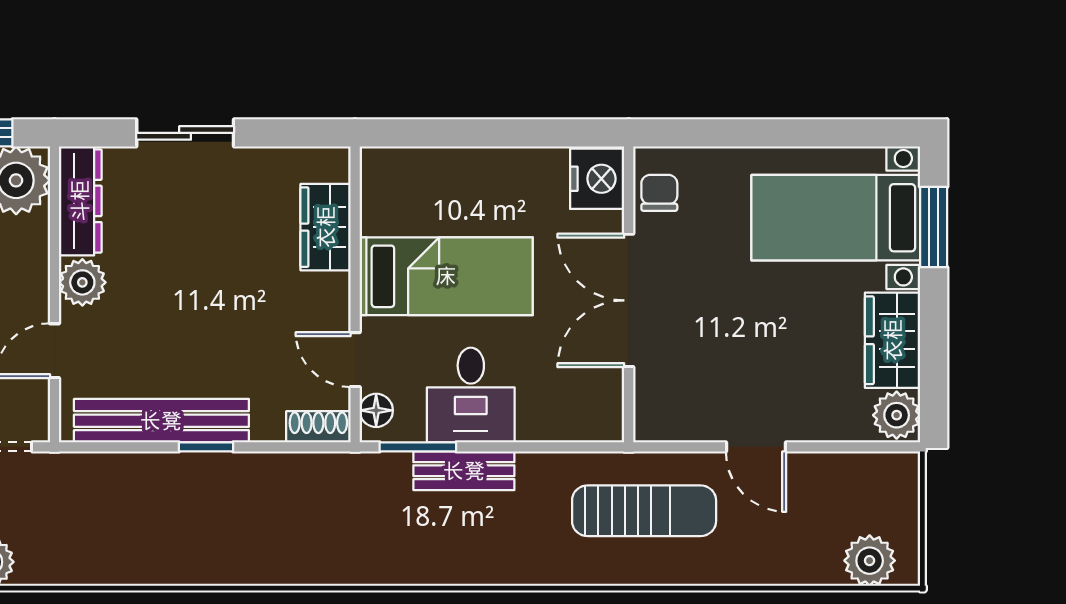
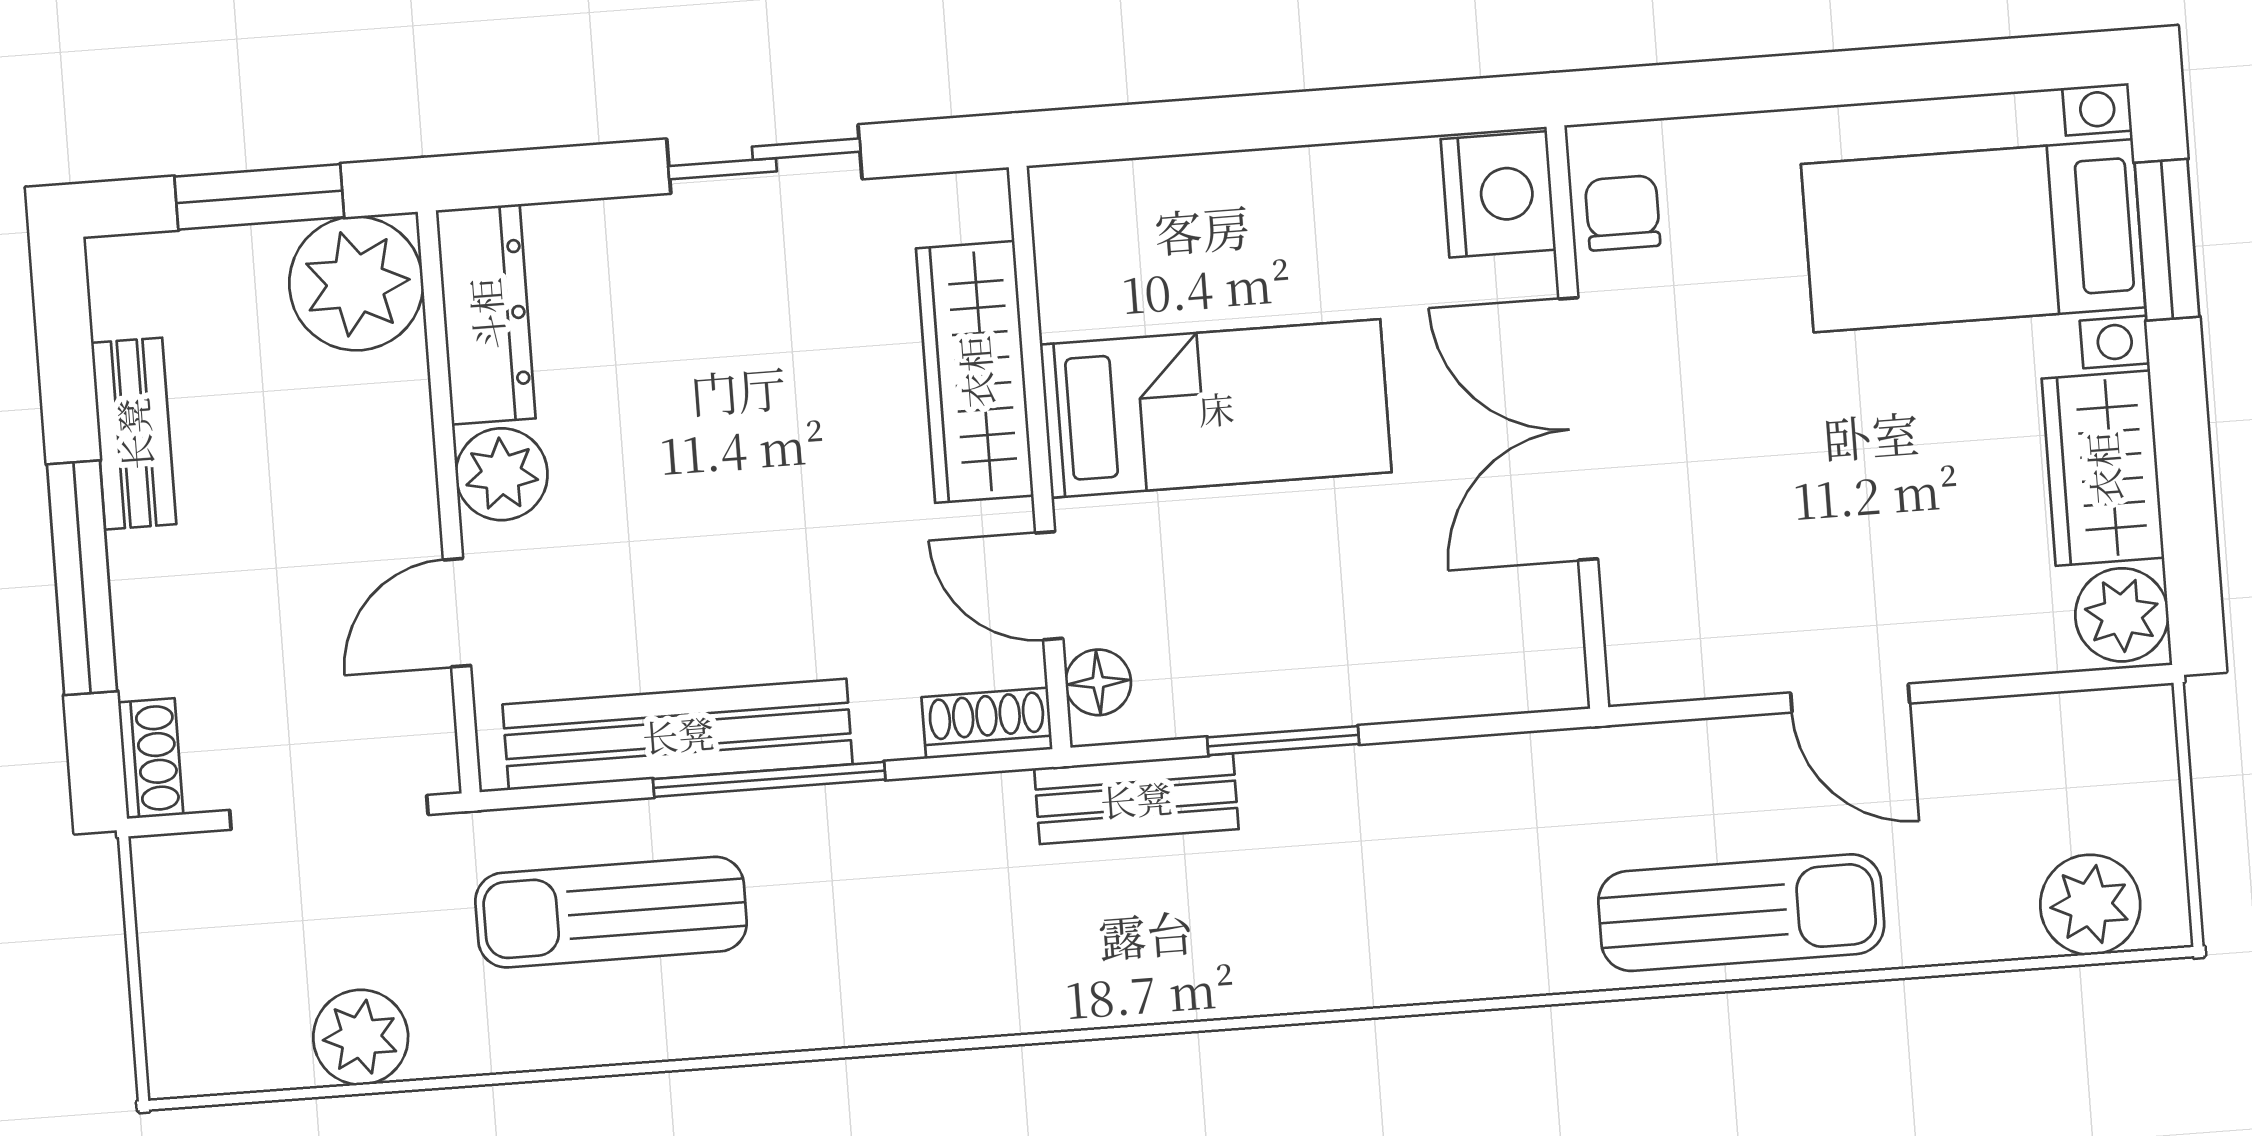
sliding door: (185, 133) -> (764, 159), moved
wardrobe: (326, 227) -> (975, 372), width x1.50
desk: (471, 395) -> (1282, 638), removed
window: (206, 447) -> (769, 779), width x2.17
window: (418, 447) -> (1283, 741), moved
bench: (464, 471) -> (1136, 799), moved
sun lounger: (121, 508) -> (611, 912), added
sun lounger: (644, 511) -> (1741, 913), moved

